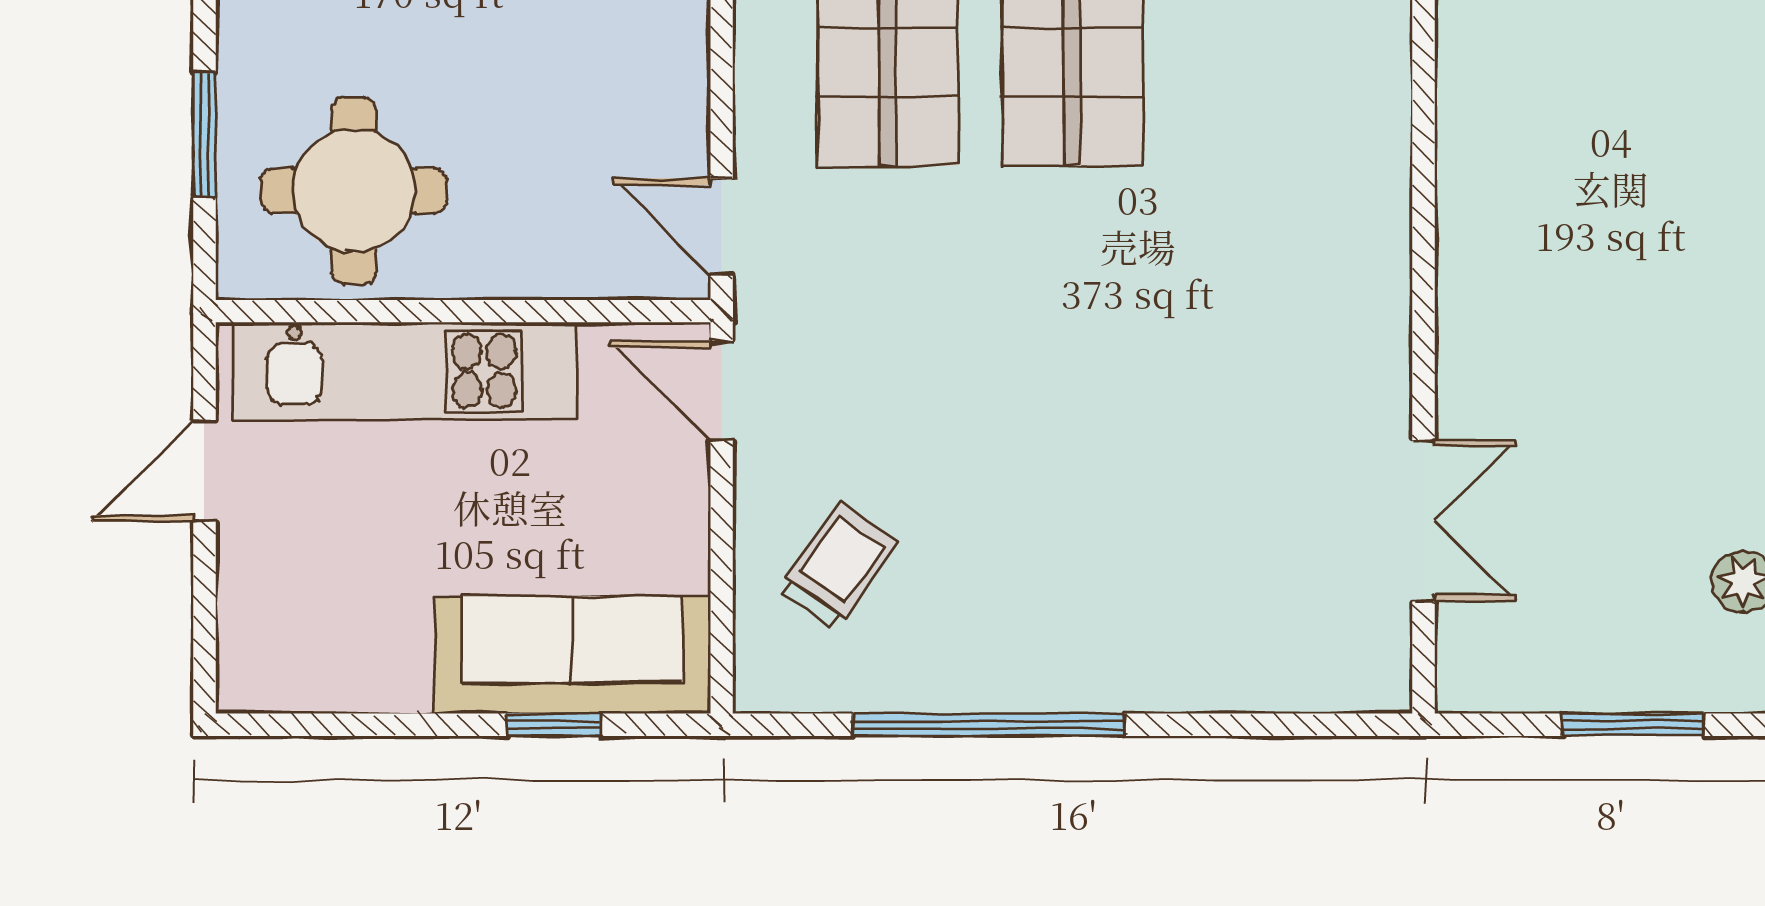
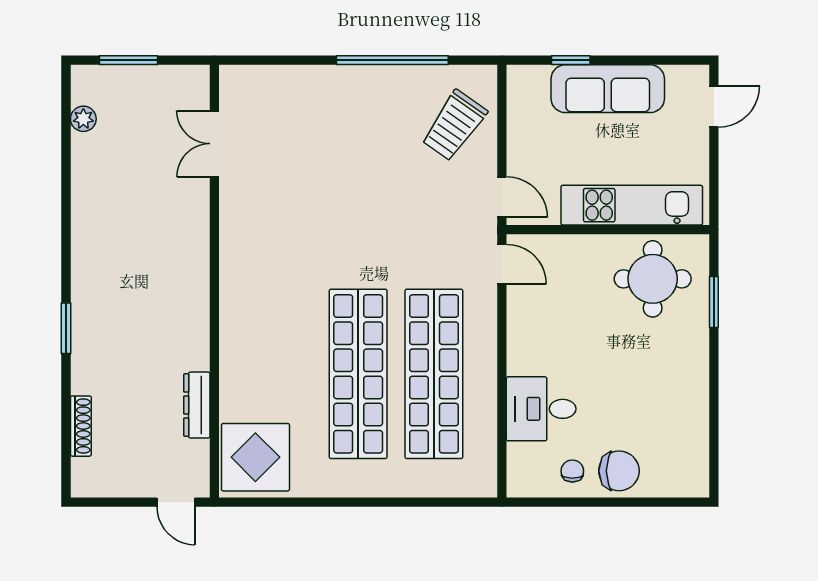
door: (204, 471) -> (714, 107), moved
trolley: (838, 566) -> (454, 125), width x1.36, depth x1.39
sofa: (572, 655) -> (608, 89), moved

